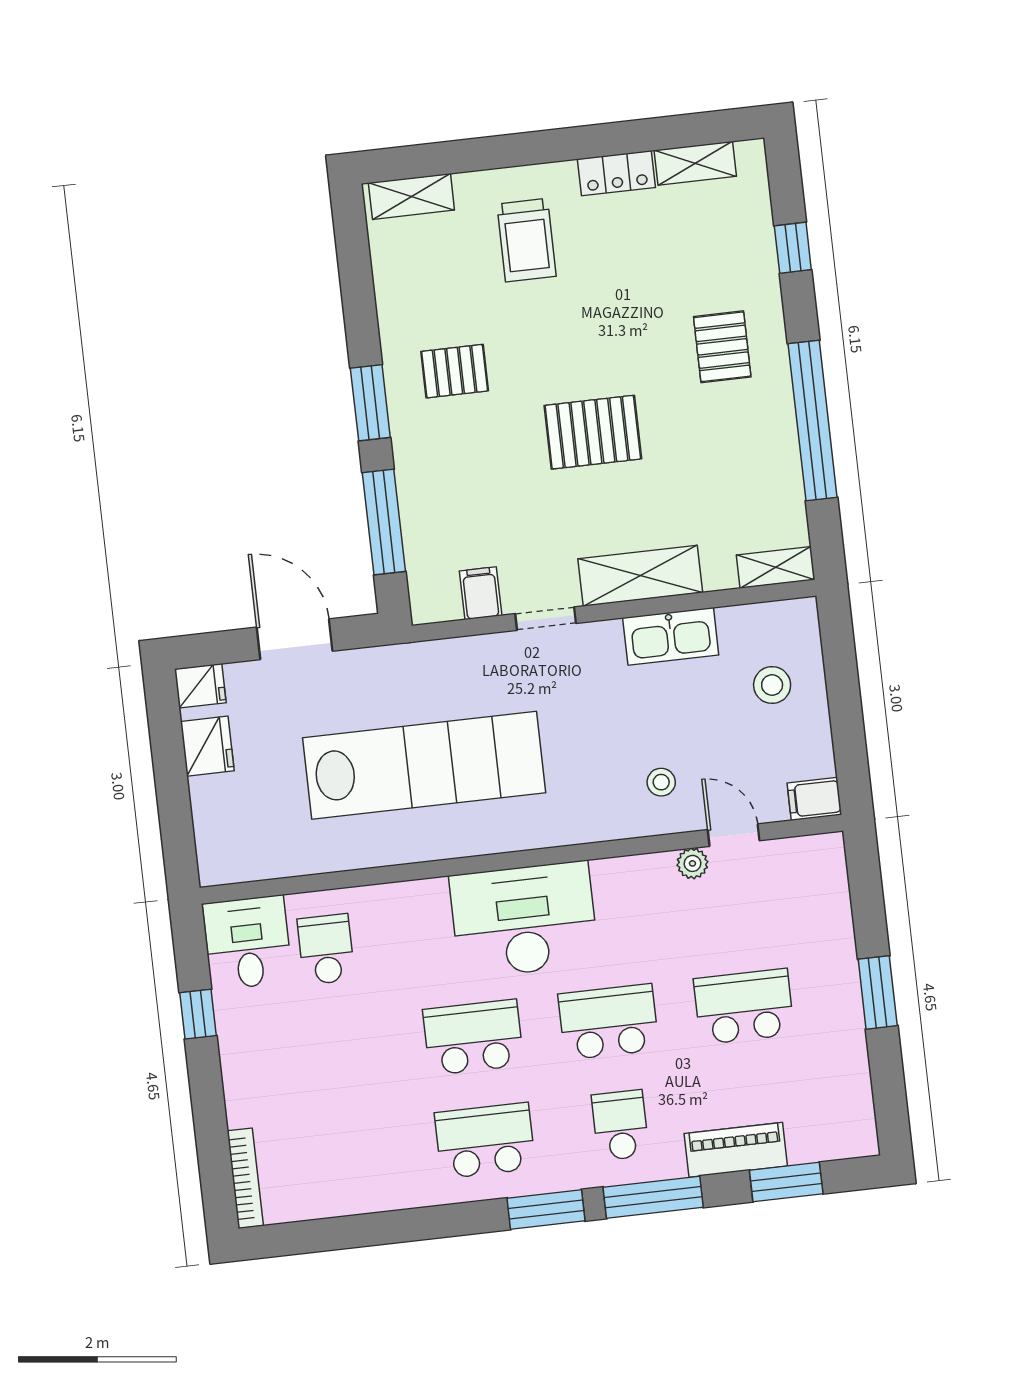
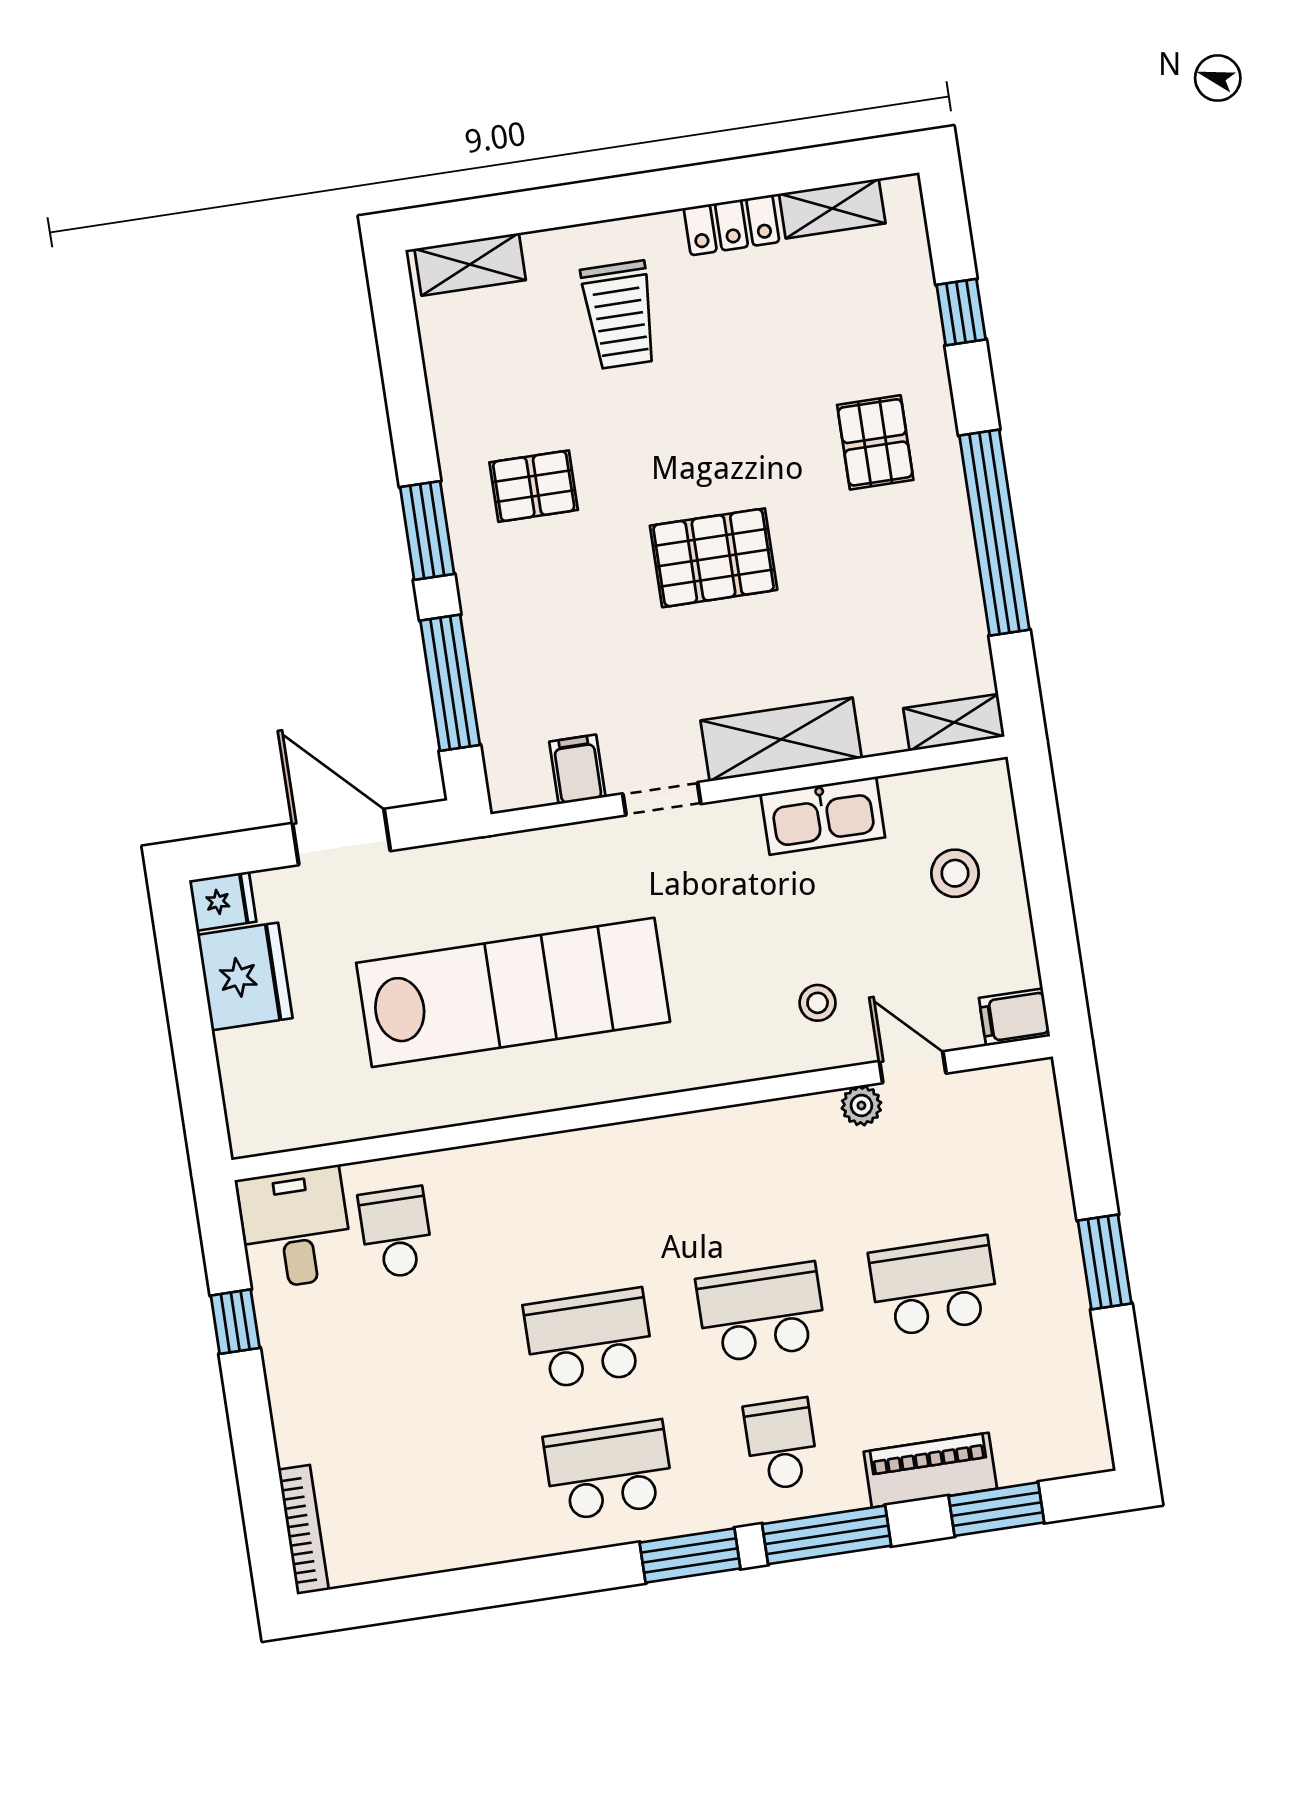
fridge: (207, 746) -> (245, 976), width x1.36, depth x1.34
desk: (524, 920) -> (648, 1186), removed

